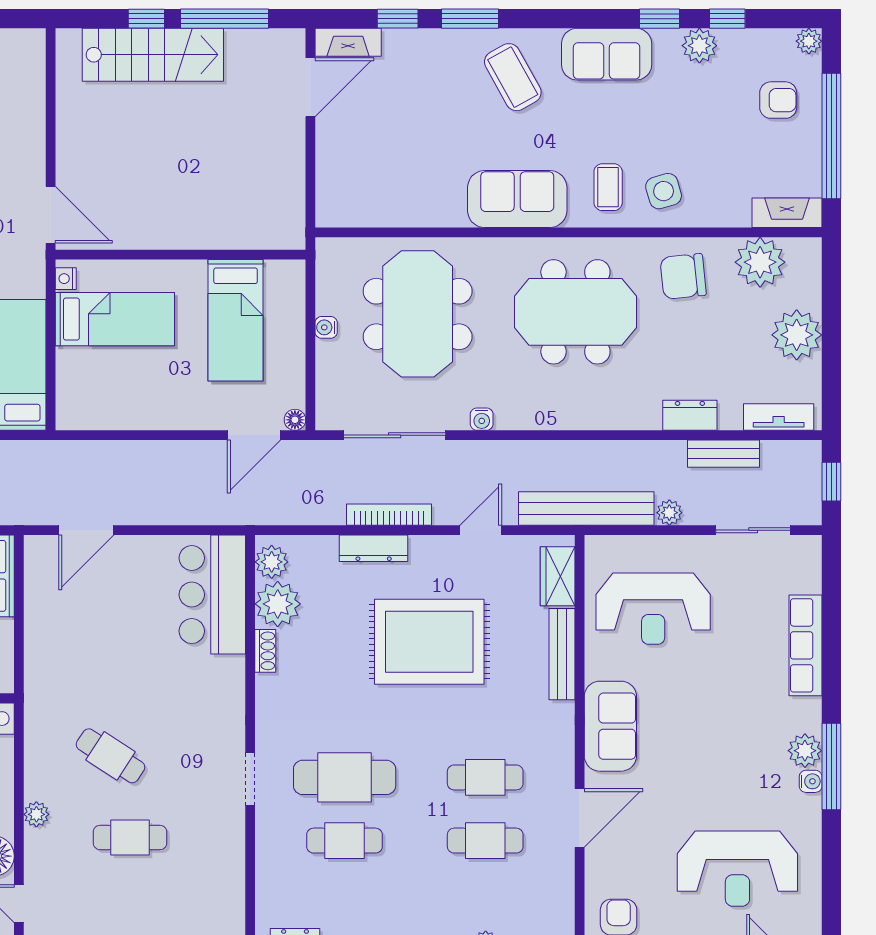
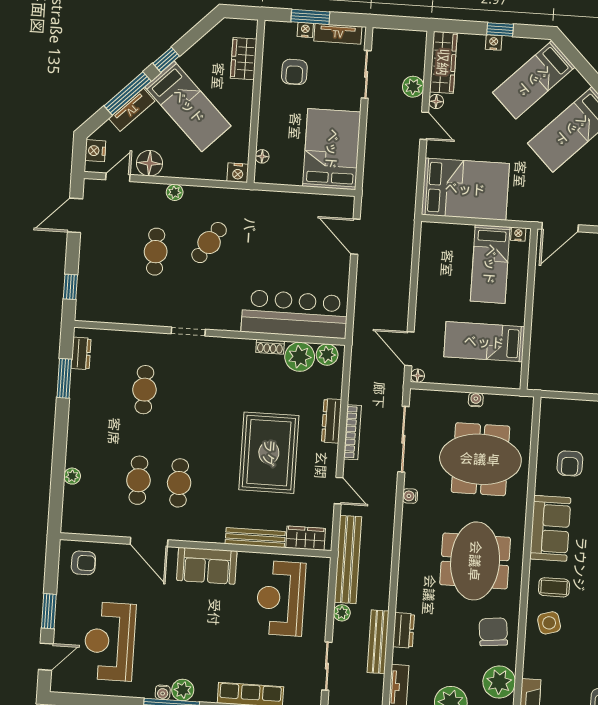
armchair: (415, 175) -> (570, 463), added
bench: (723, 454) -> (378, 642), width x1.36
bar counter: (212, 595) -> (295, 314), width x1.36
cafe table: (345, 777) -> (185, 392), removed

